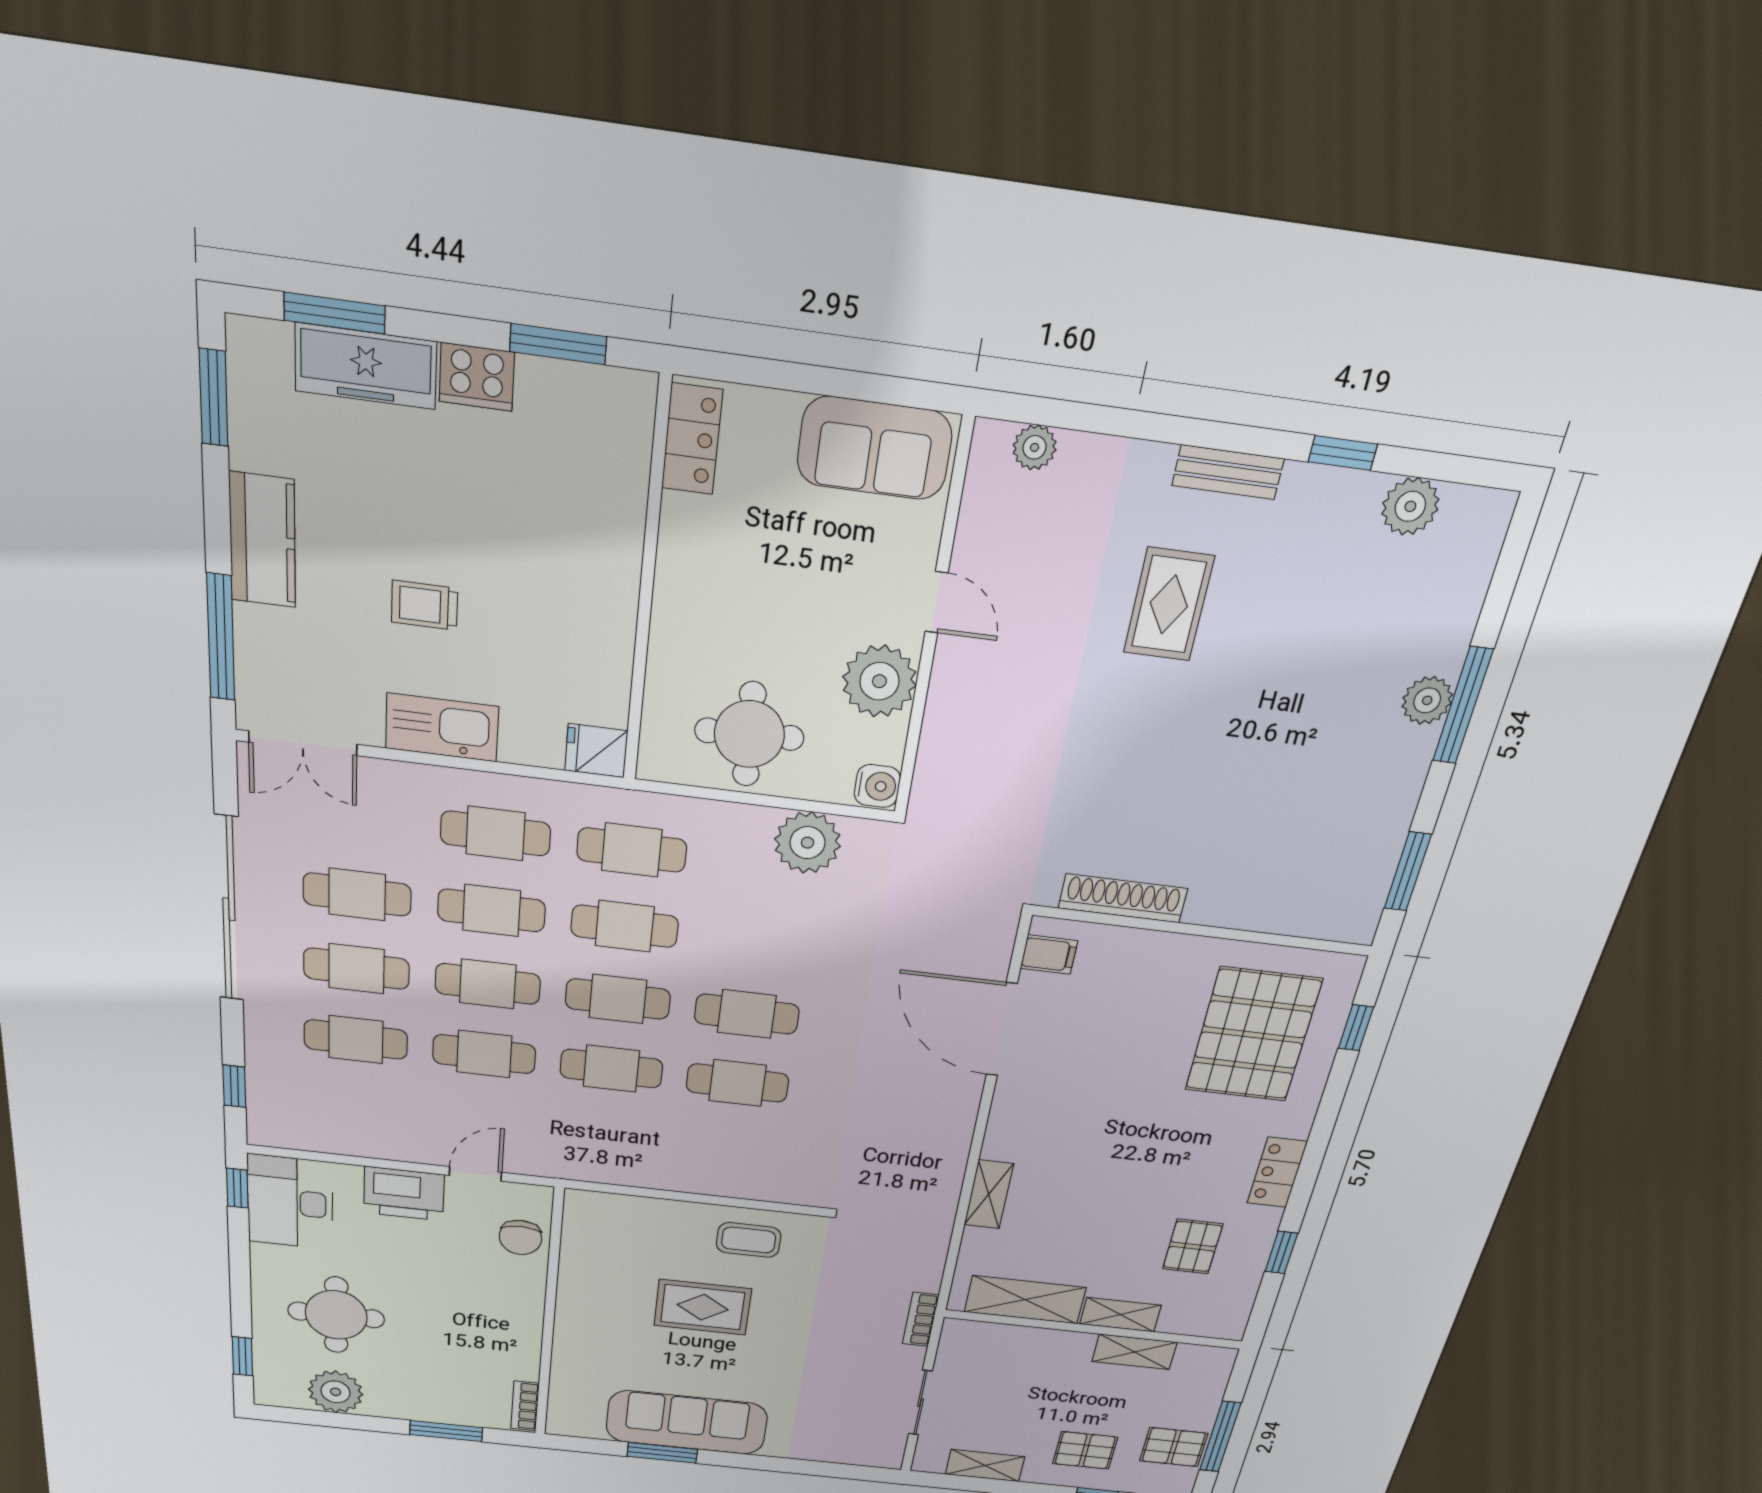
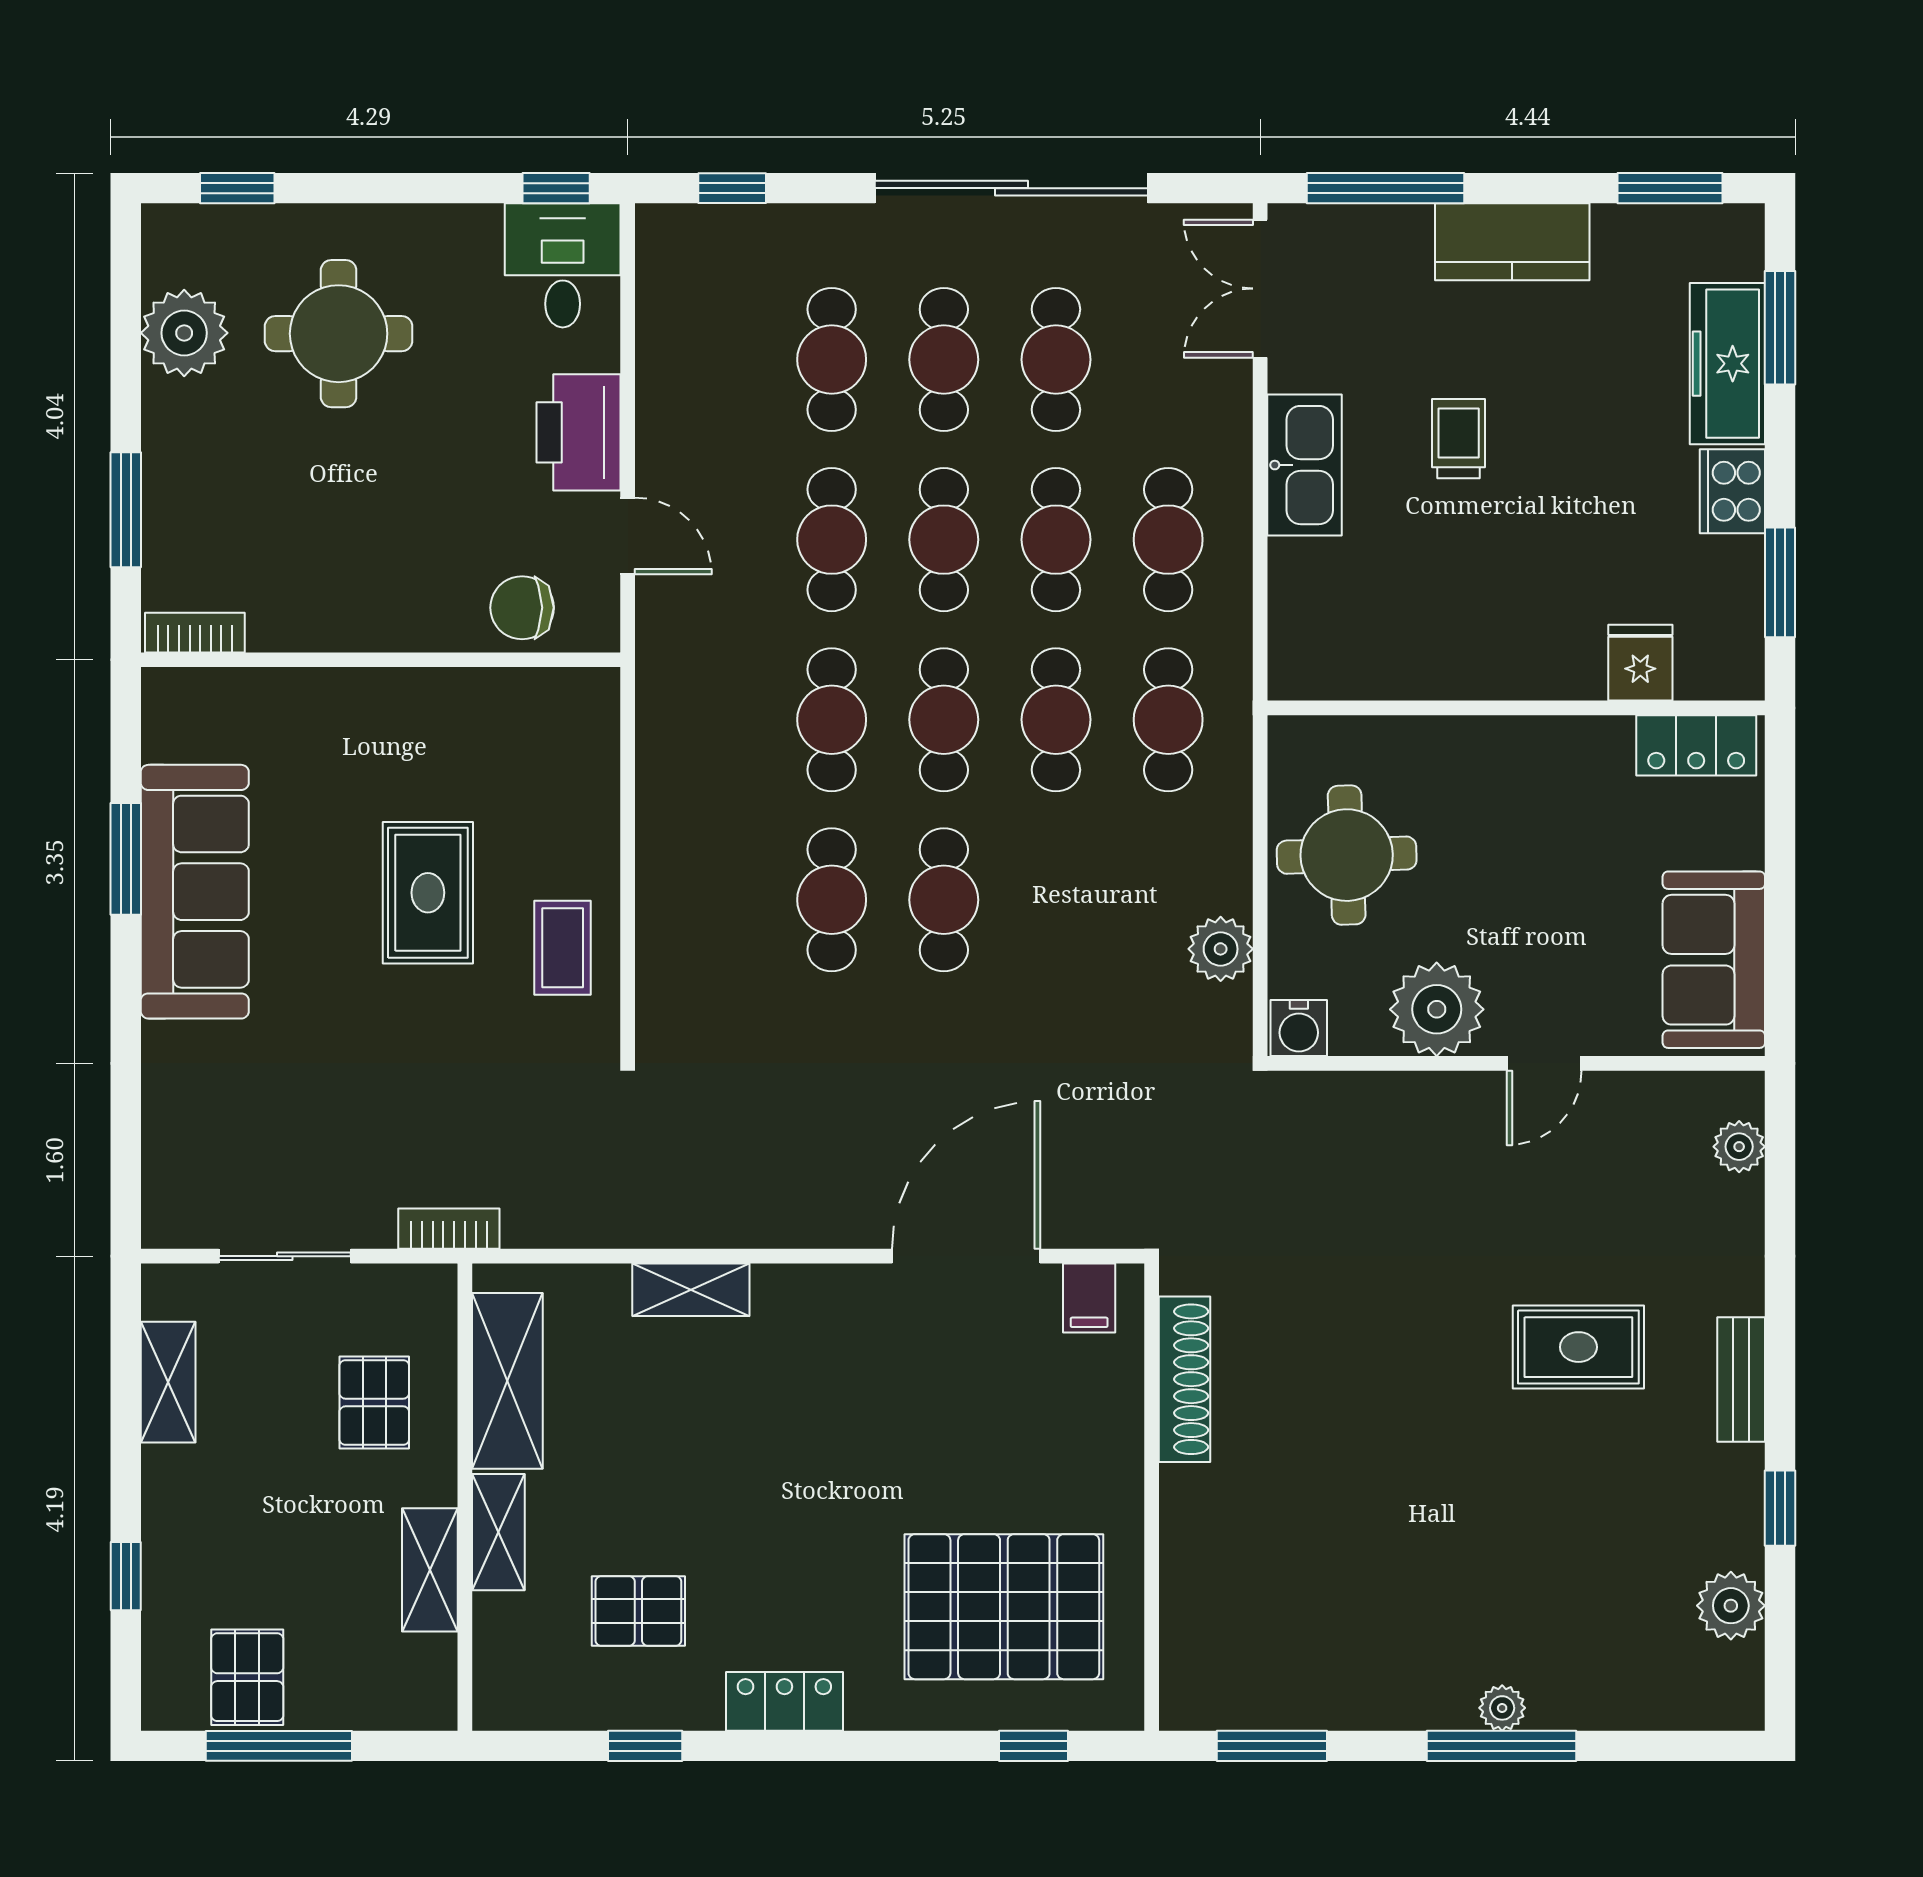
plant: (1427, 700) -> (1502, 1708), width x0.73, depth x0.73
fridge: (596, 751) -> (1640, 663), moved
plant: (808, 843) -> (1221, 949), width x0.73, depth x0.73
desk: (290, 1202) -> (563, 265), width x0.73
pallet: (1085, 1450) -> (374, 1403), moved

